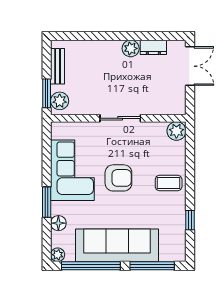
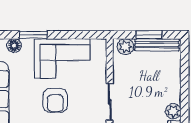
bench: (58, 66) -> (157, 45), width x1.36
window: (47, 93) -> (149, 35), moved

